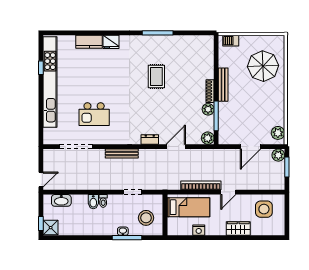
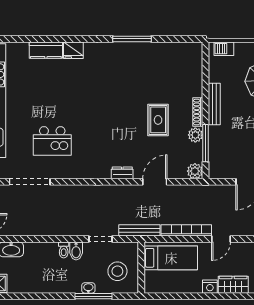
rug: (156, 76) -> (158, 120), moved
bench: (122, 154) -> (139, 230), moved
bidet: (93, 202) -> (76, 251), moved
nightstand: (199, 230) -> (210, 287), moved

